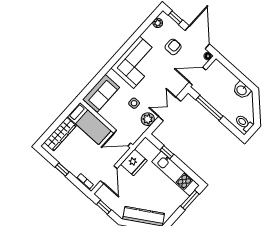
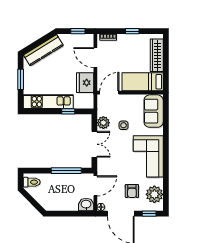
plant: (158, 23) -> (154, 194), width x1.87, depth x1.87
washbasin: (242, 90) -> (86, 205), moved
window: (190, 200) -> (21, 79), moved

